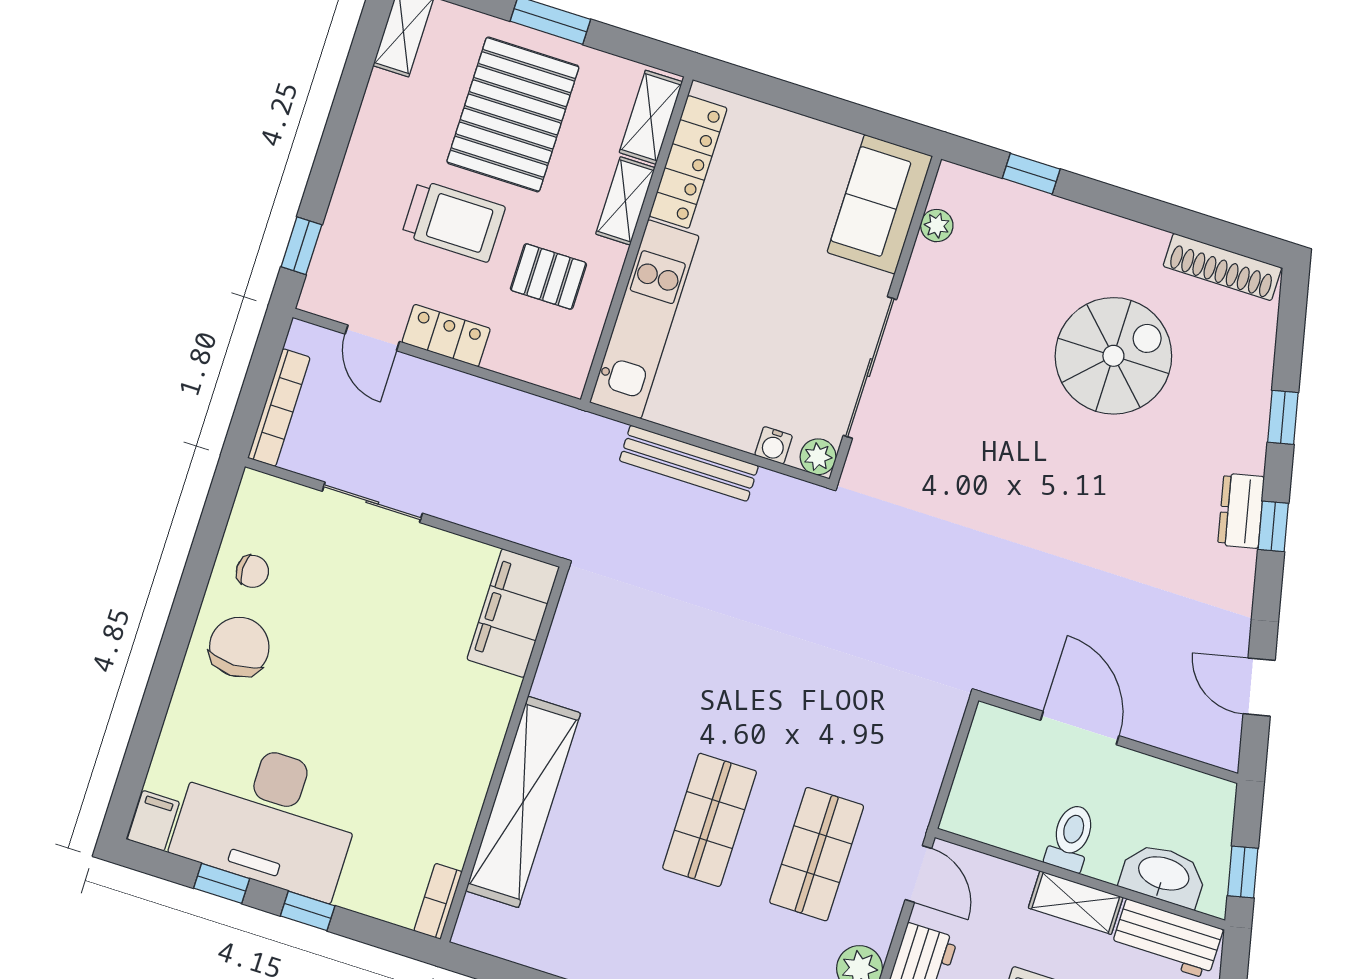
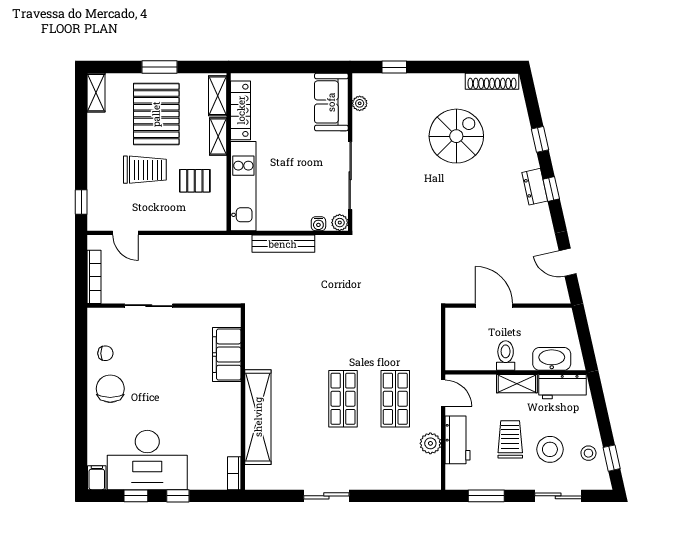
locker: (446, 336) -> (158, 221), removed
filing cabinet: (513, 613) -> (227, 355), moved
window: (1243, 872) -> (587, 346), removed

